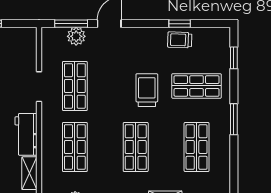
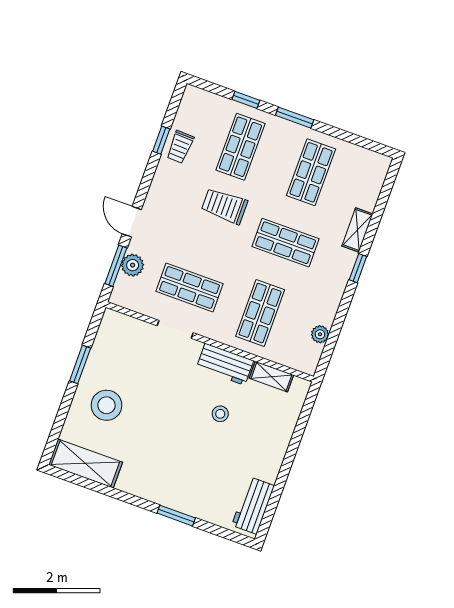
window: (234, 58) -> (246, 100), moved
shop shelf: (75, 147) -> (260, 313), turned 90
shop shelf: (197, 147) -> (311, 172), turned 90

